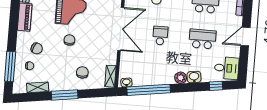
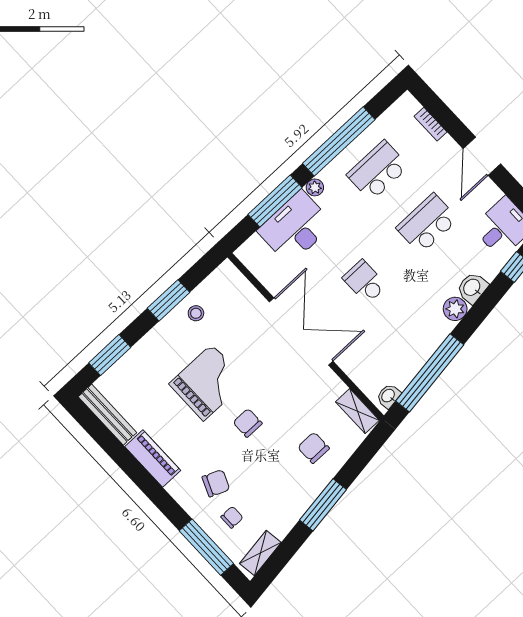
shelving: (38, 87) -> (260, 553), moved

